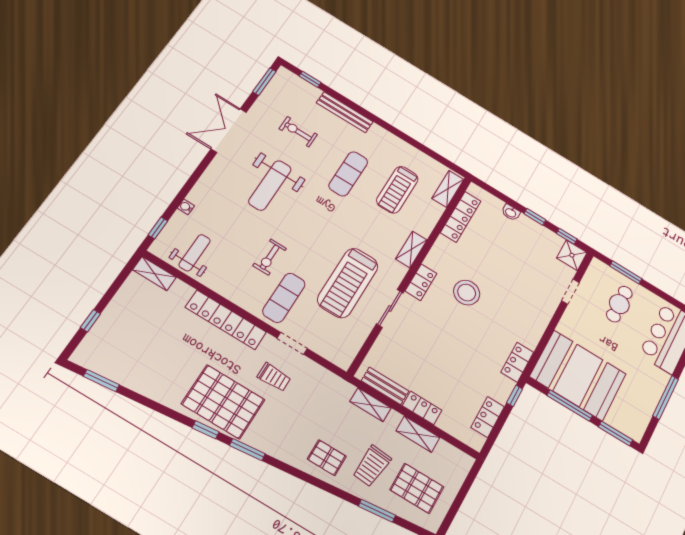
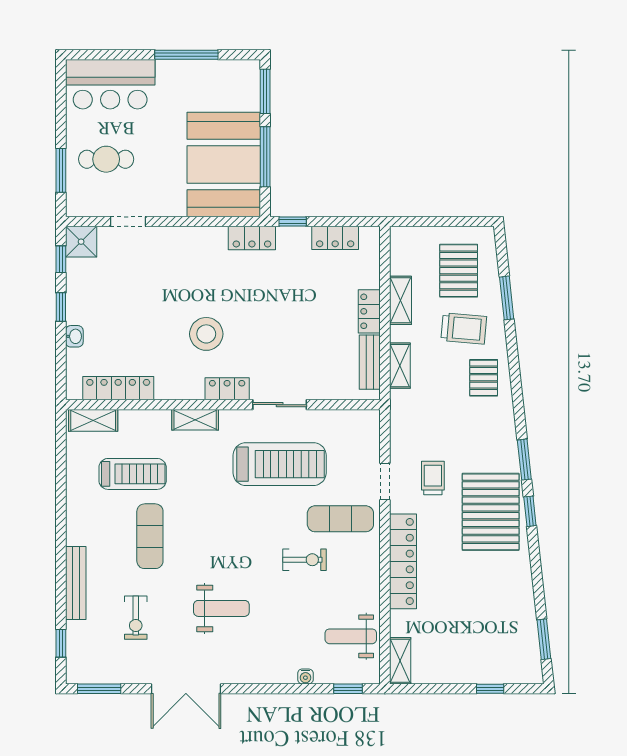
exercise mat: (348, 174) -> (150, 536), turned 90
weight bench: (270, 185) -> (221, 608), width x0.73, depth x0.75

